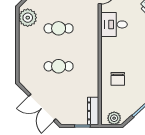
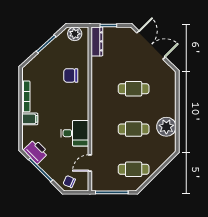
plant: (28, 18) -> (166, 127), moved
chair: (118, 79) -> (71, 75), turned -90

